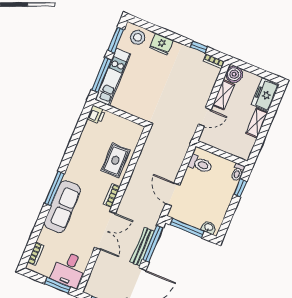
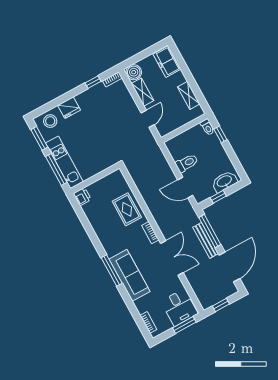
shelving: (257, 123) -> (189, 95), moved
toilet: (200, 164) -> (187, 163), moved
washbasin: (209, 227) -> (224, 181), width x1.91, depth x1.45
window: (187, 228) -> (218, 197), width x0.46

